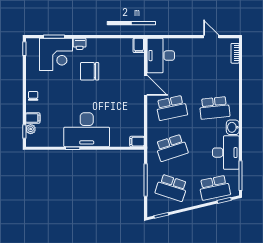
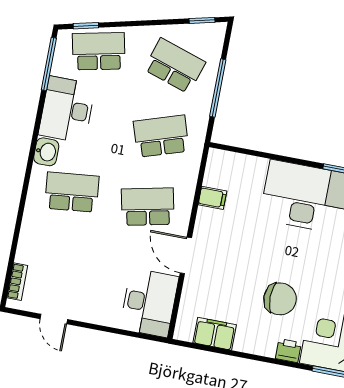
filing cabinet: (139, 45) -> (215, 334), moved, width x2.00
filing cabinet: (137, 142) -> (212, 198), moved

